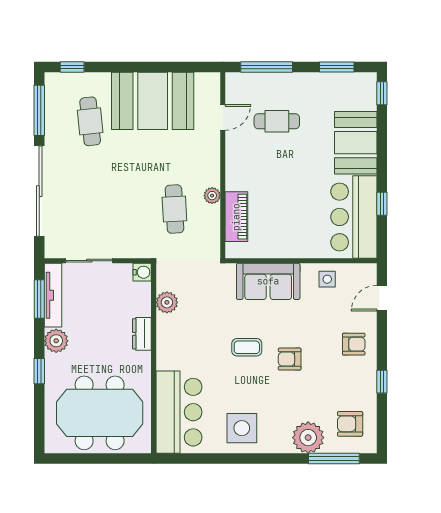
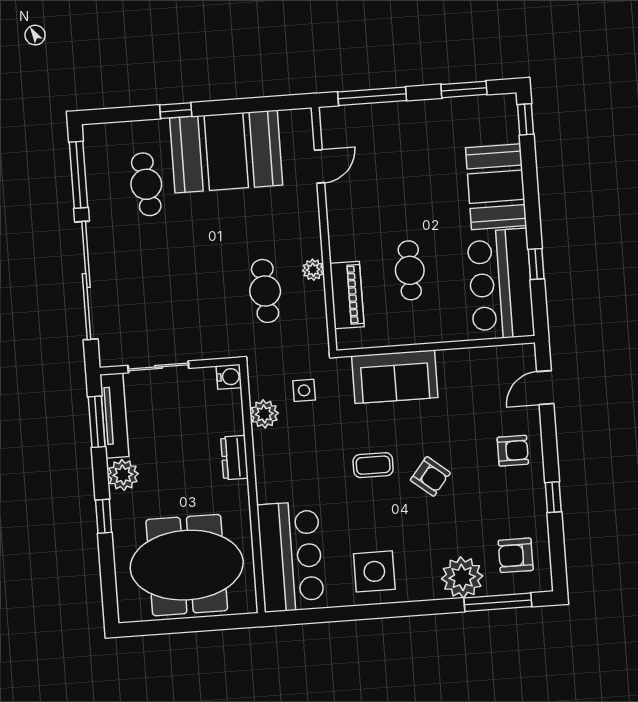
window: (72, 67) -> (176, 111), moved
cafe table: (277, 121) -> (410, 270), moved, turned 90
side table: (327, 279) -> (304, 390), moved
armchair: (290, 359) -> (430, 476), turned -141

